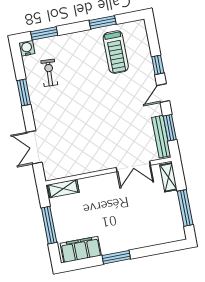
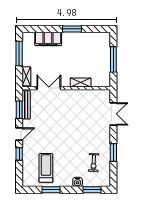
water cooler: (27, 48) -> (78, 182), moved
shelving: (63, 188) -> (81, 82), moved
filing cabinet: (81, 249) -> (48, 39), moved

